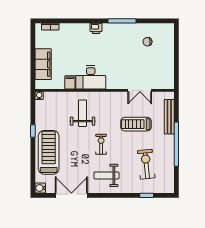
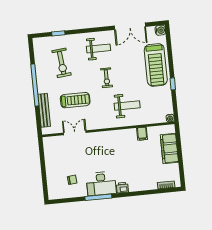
desk: (91, 77) -> (101, 184), moved, turned 180
weight bench: (83, 113) -> (127, 105), turned -90

